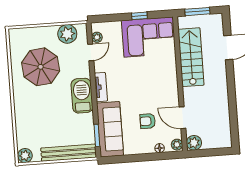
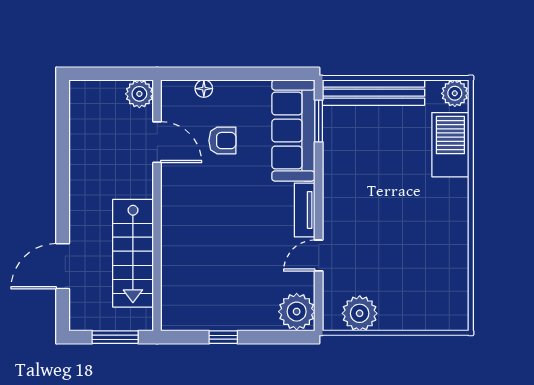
plant: (97, 37) -> (297, 312), width x1.88, depth x1.88
corner sofa: (149, 37) -> (209, 297), removed
door: (91, 52) -> (319, 256), moved
parasol: (41, 67) -> (414, 256), removed
barbecue: (82, 96) -> (450, 145), moved, turned 180
plant: (177, 145) -> (171, 93), removed

